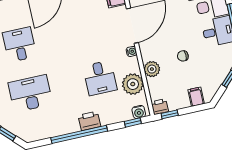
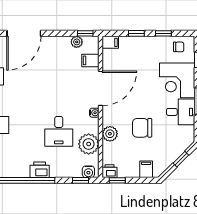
chair: (183, 56) -> (142, 128), width x1.87, depth x1.87

